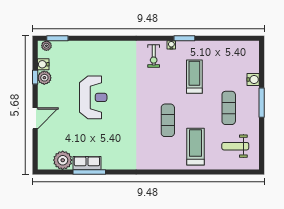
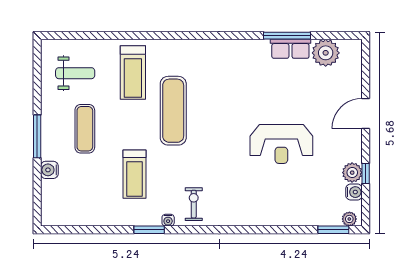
reception desk: (93, 97) -> (281, 144), turned -90
exercise mat: (168, 120) -> (173, 111), width x1.36, depth x1.45

